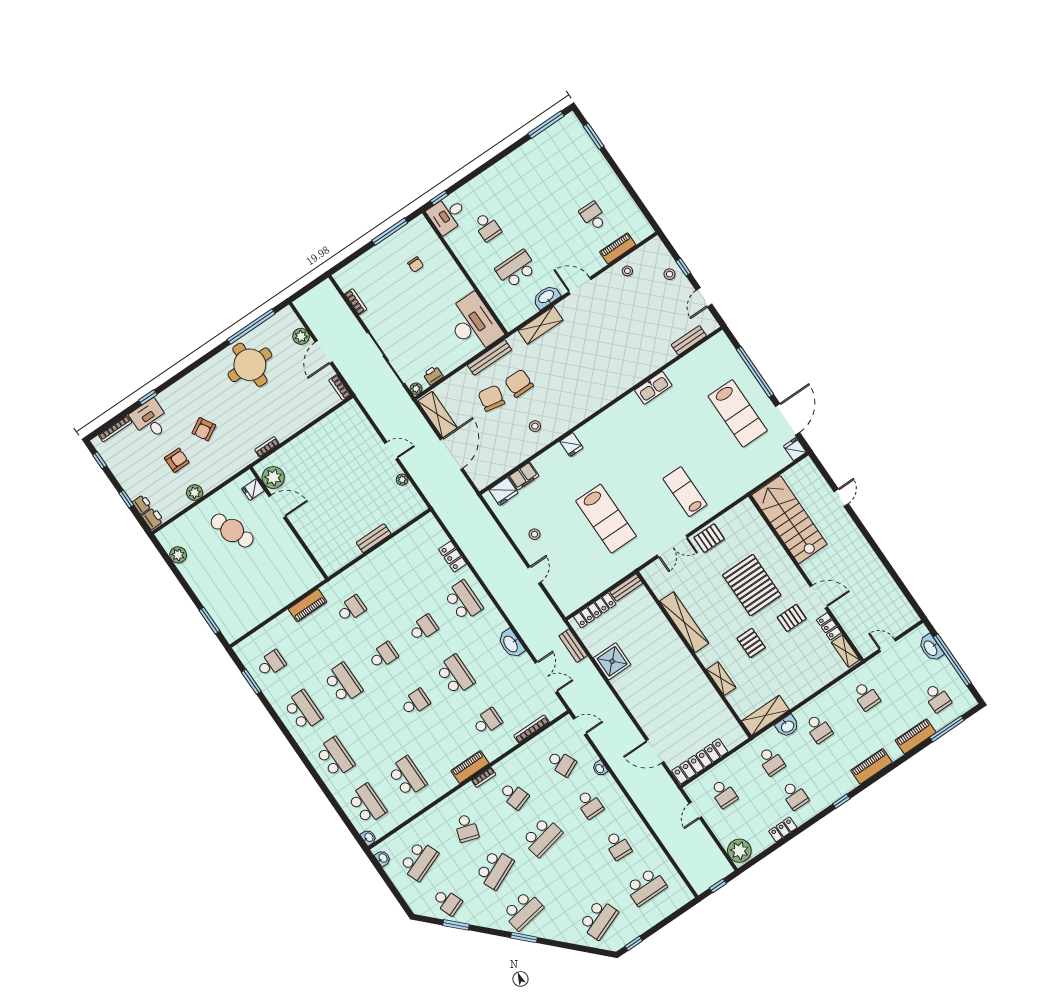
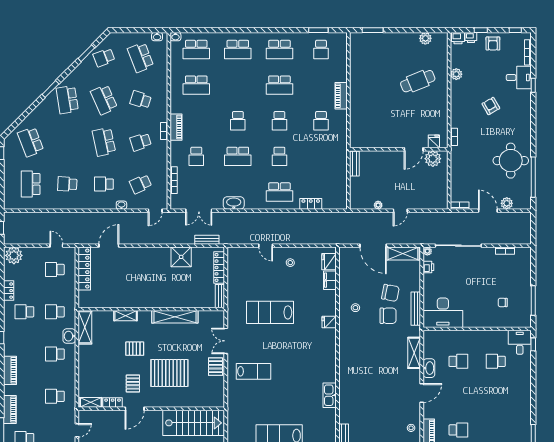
school desk: (516, 269) -> (458, 361), width x0.54
armchair: (177, 460) -> (493, 43), moved
plant: (273, 477) -> (433, 159), moved
fridge: (253, 490) -> (434, 141), moved
door: (277, 506) -> (414, 149), moved
wall: (289, 523) -> (399, 149), moved

